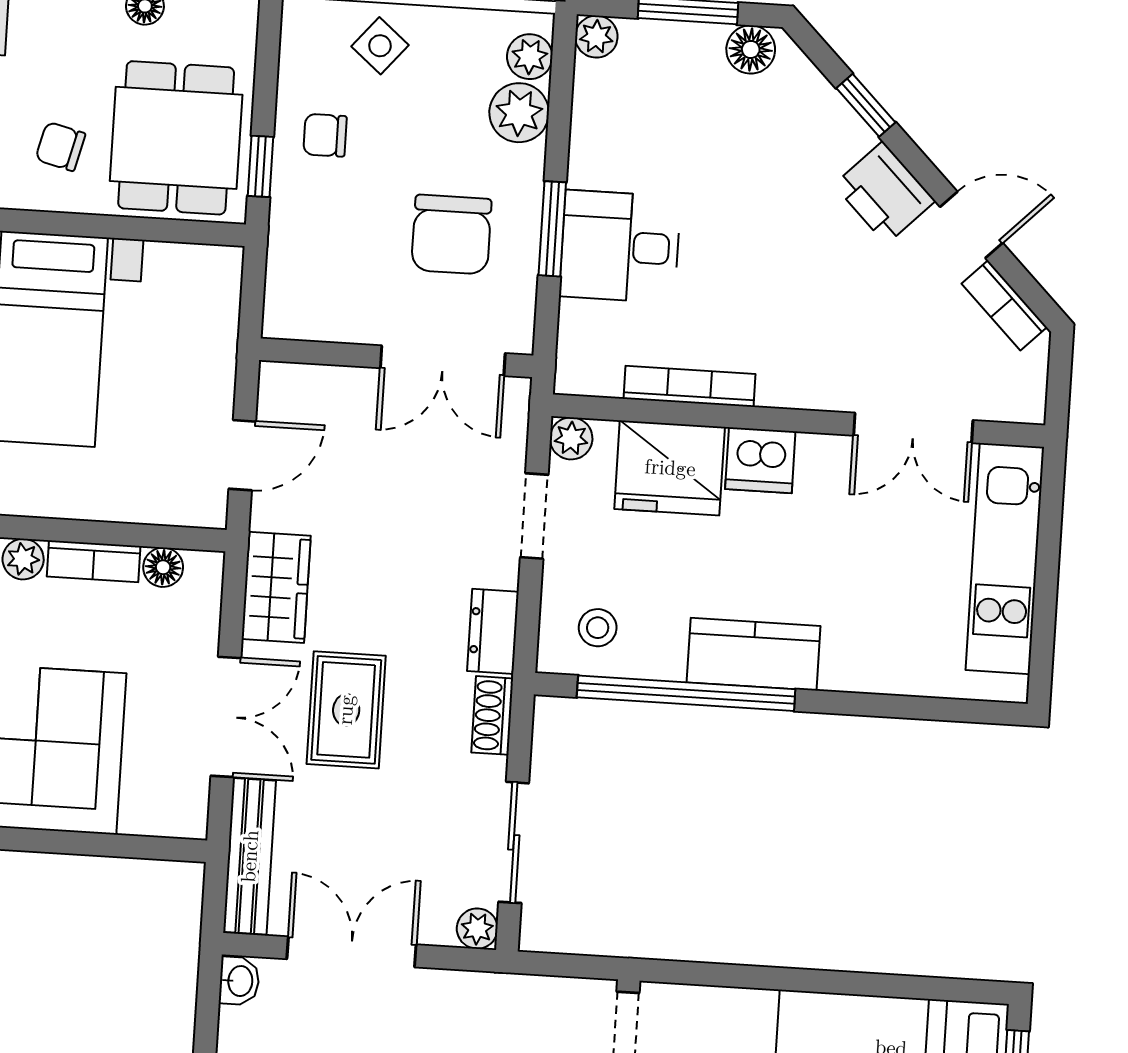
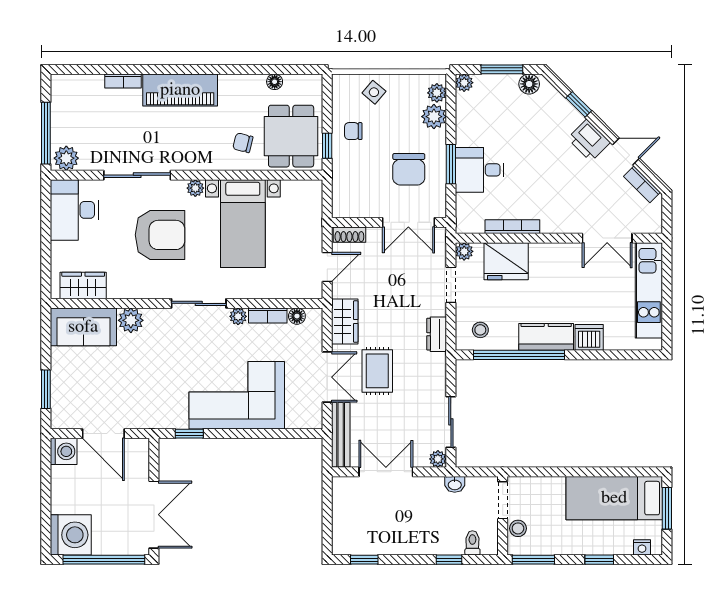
dishwasher: (760, 460) -> (589, 337), moved, turned 180
shoe rack: (492, 715) -> (349, 235), moved, turned -90
washbasin: (239, 981) -> (455, 484), moved, turned 90

